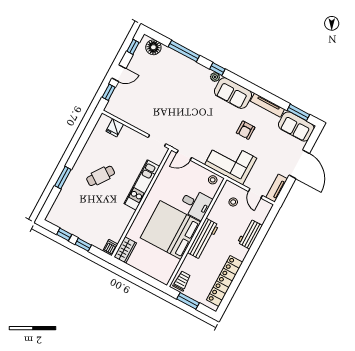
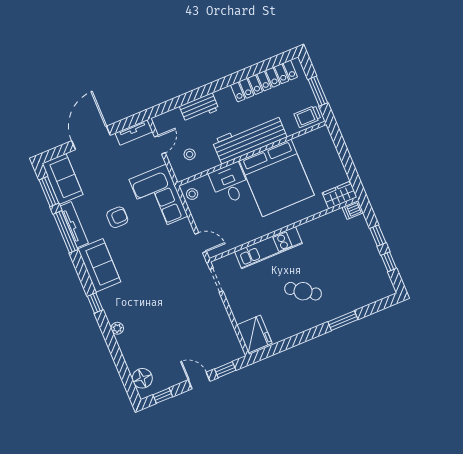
window: (184, 51) -> (66, 232), moved
plant: (215, 77) -> (117, 328), moved
fridge: (115, 128) -> (254, 334), width x1.88, depth x1.34
workbench: (203, 239) -> (250, 139), width x1.36, depth x1.32

